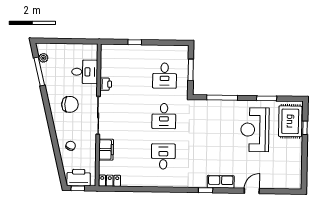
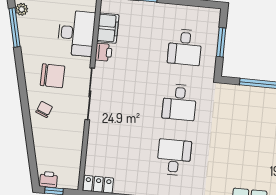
desk: (85, 72) -> (76, 33), width x1.37
chair: (71, 146) -> (44, 109), moved
filing cabinet: (106, 150) -> (108, 28), moved
printer: (79, 178) -> (49, 179), width x0.53, depth x0.68

